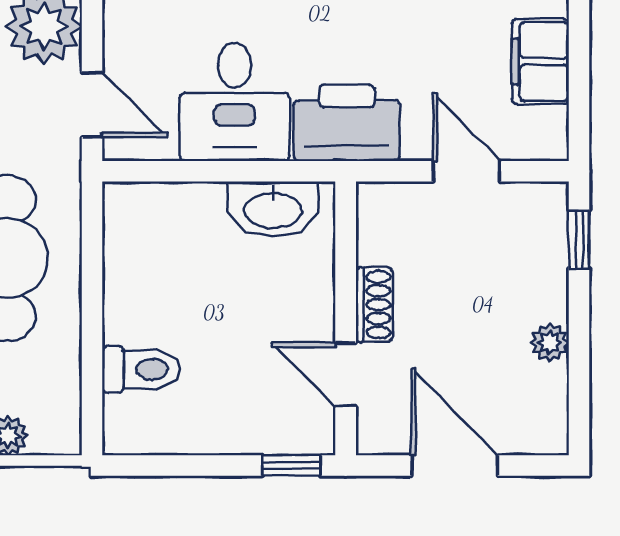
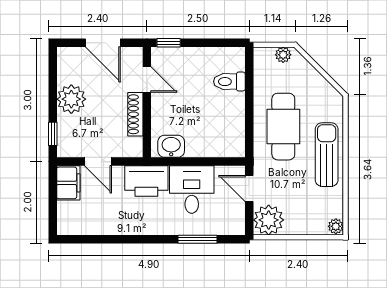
filing cabinet: (540, 62) -> (68, 183), moved
washbasin: (273, 209) -> (171, 146), width x0.72
shoe rack: (374, 305) -> (135, 114), width x1.43
plant: (550, 343) -> (71, 99), width x1.88, depth x1.88

